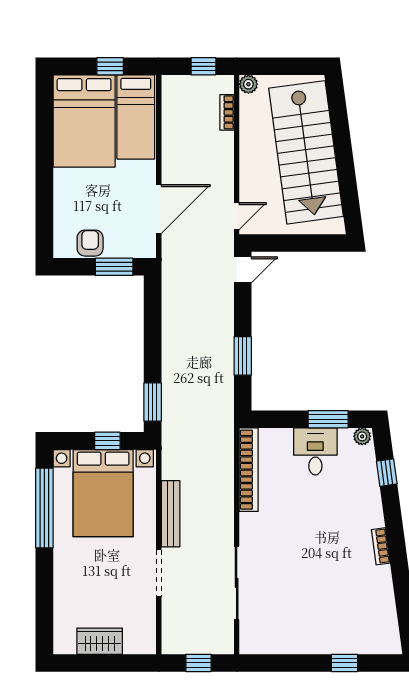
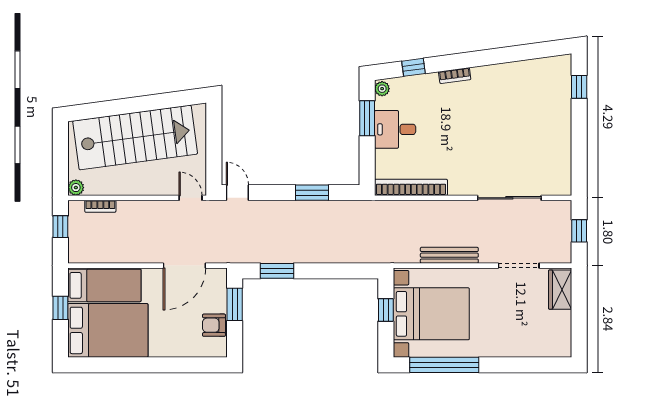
door: (159, 209) -> (184, 266), swing flipped
window: (153, 402) -> (277, 271), moved
bookcase: (381, 546) -> (455, 76), moved
doorway: (159, 573) -> (519, 266), moved
wardrobe: (100, 641) -> (560, 290), moved
window: (345, 663) -> (579, 87), moved

